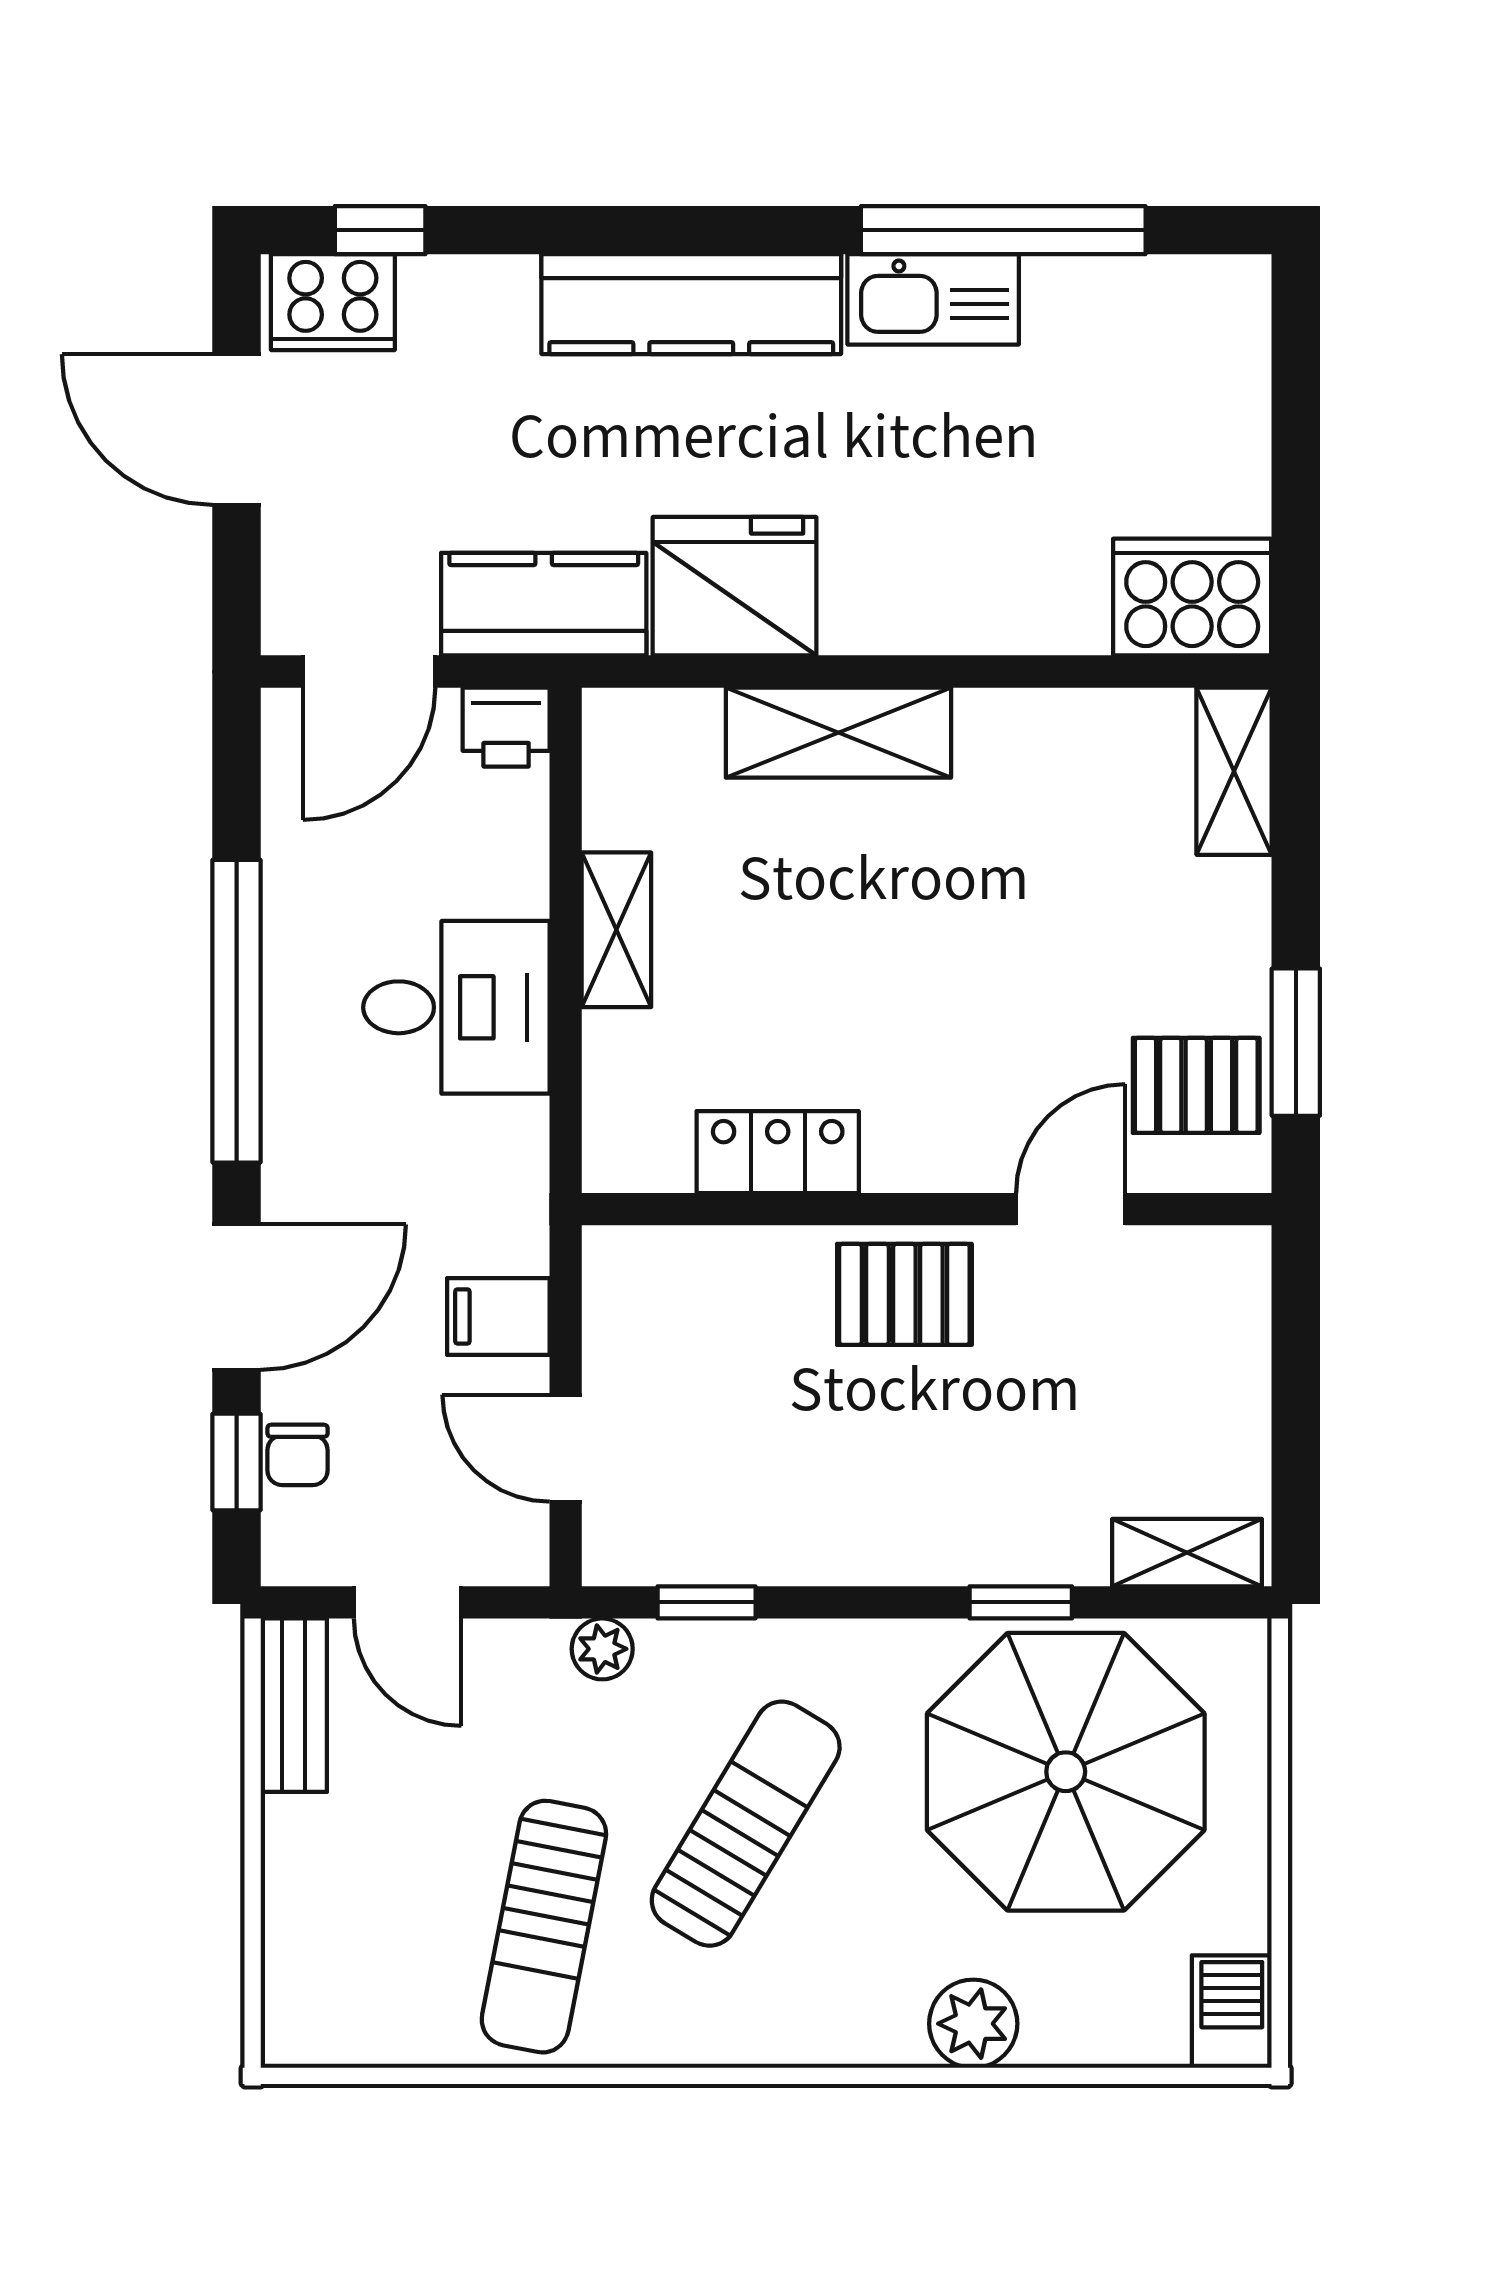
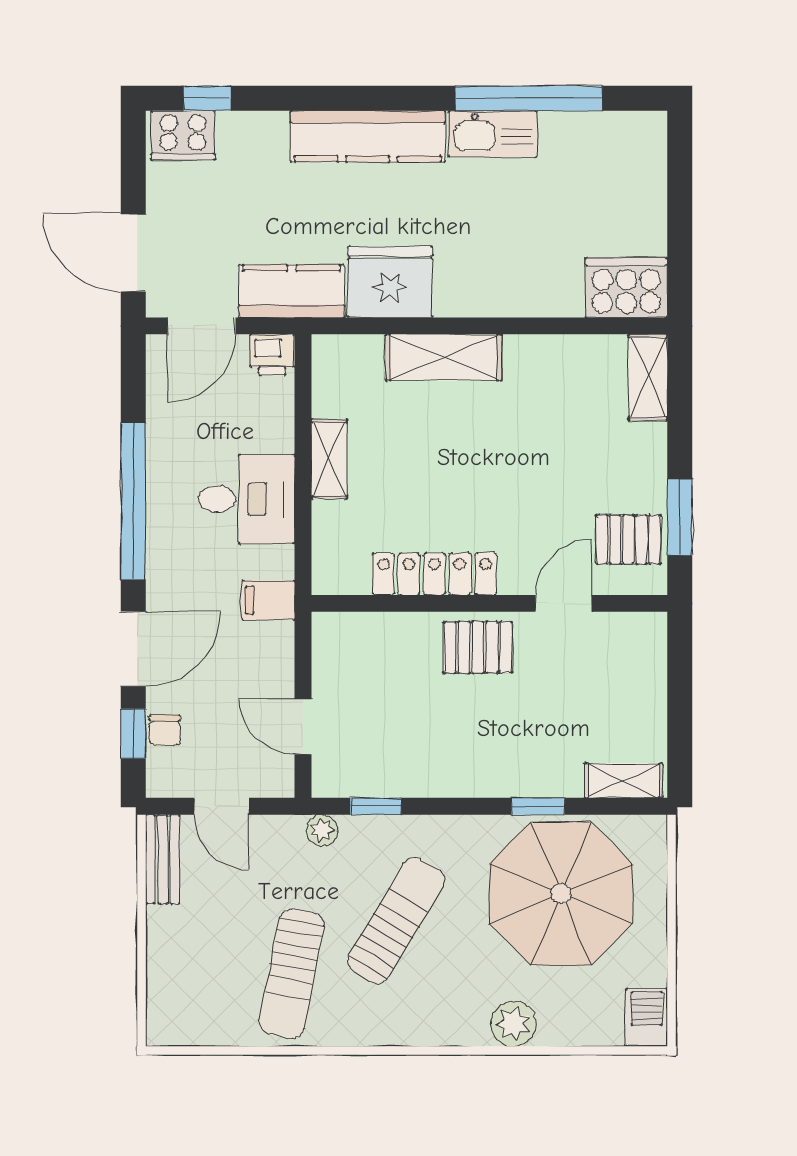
door: (237, 429) -> (133, 253), moved
locker: (778, 1152) -> (434, 574), width x1.53
filing cabinet: (498, 1316) -> (268, 600), moved

